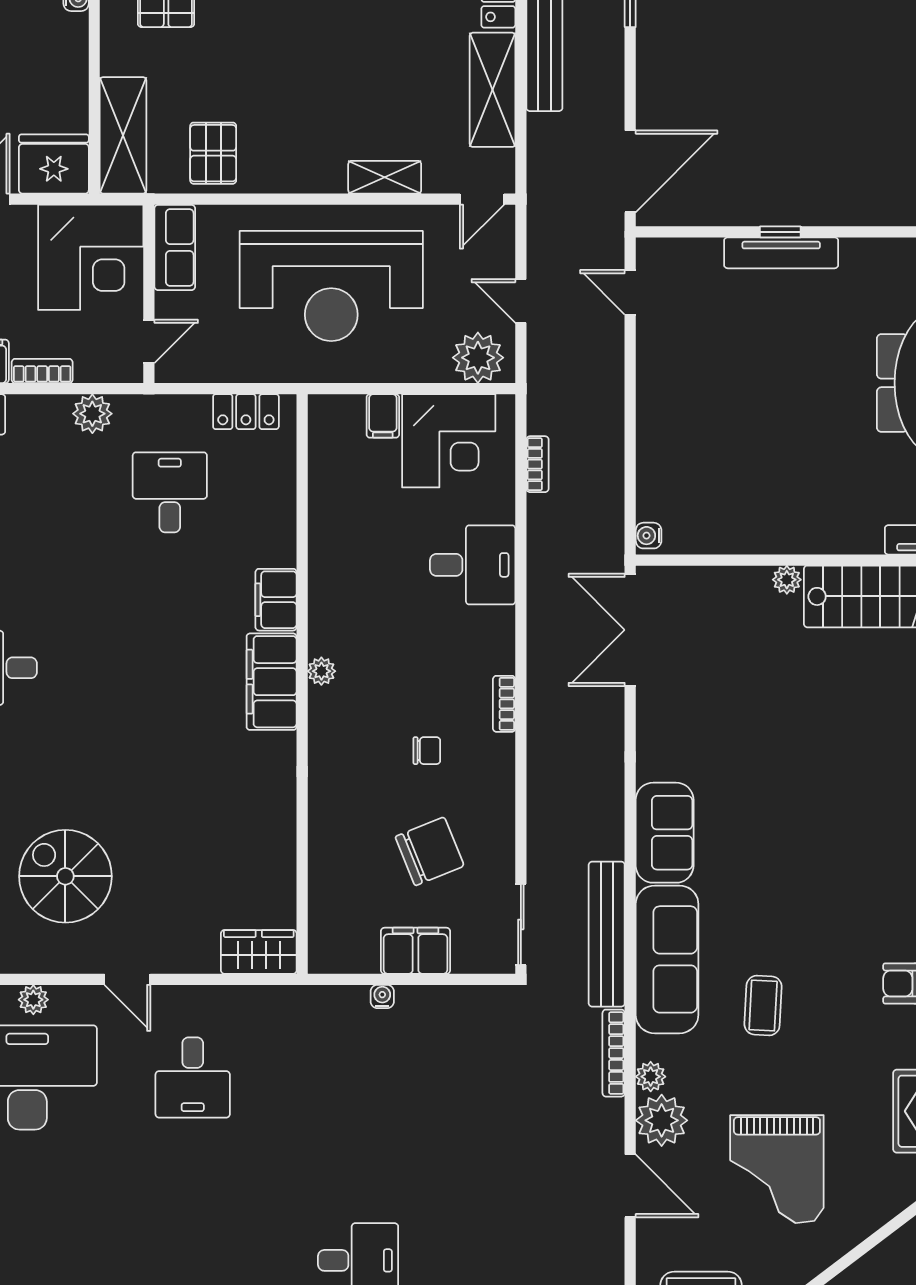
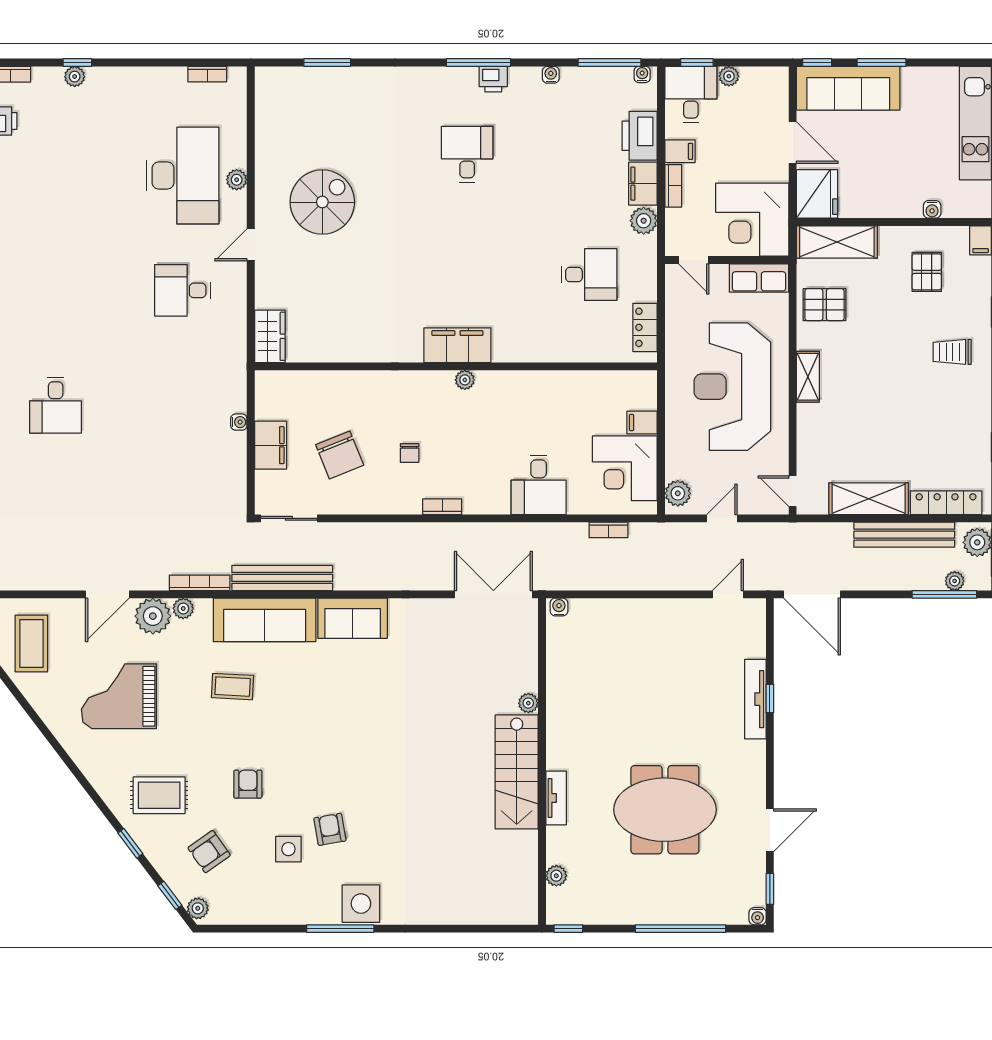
shelving: (385, 177) -> (808, 377), moved
plant: (478, 358) -> (678, 493), width x0.73, depth x0.73
filing cabinet: (276, 600) -> (643, 184), moved, turned -90

